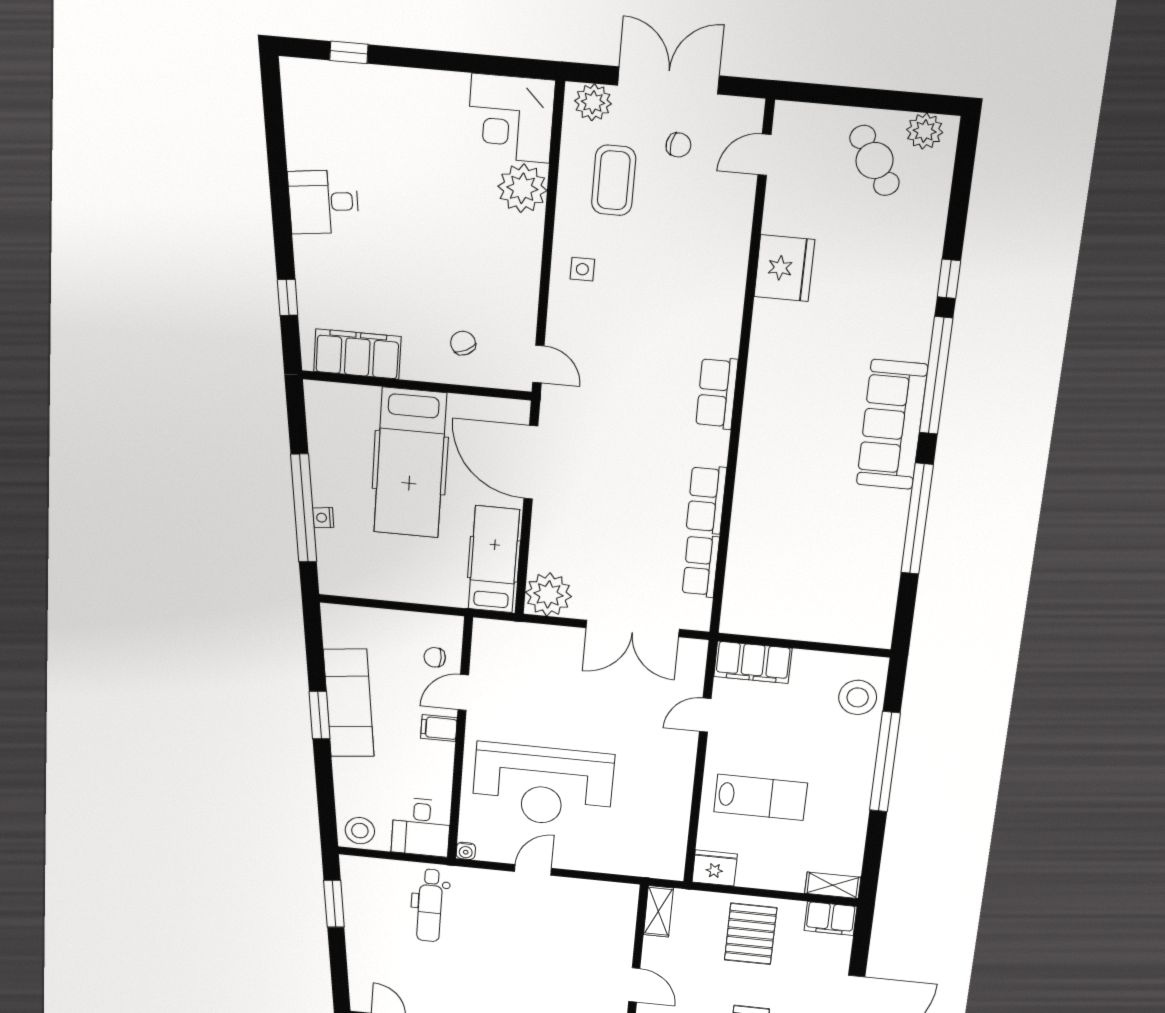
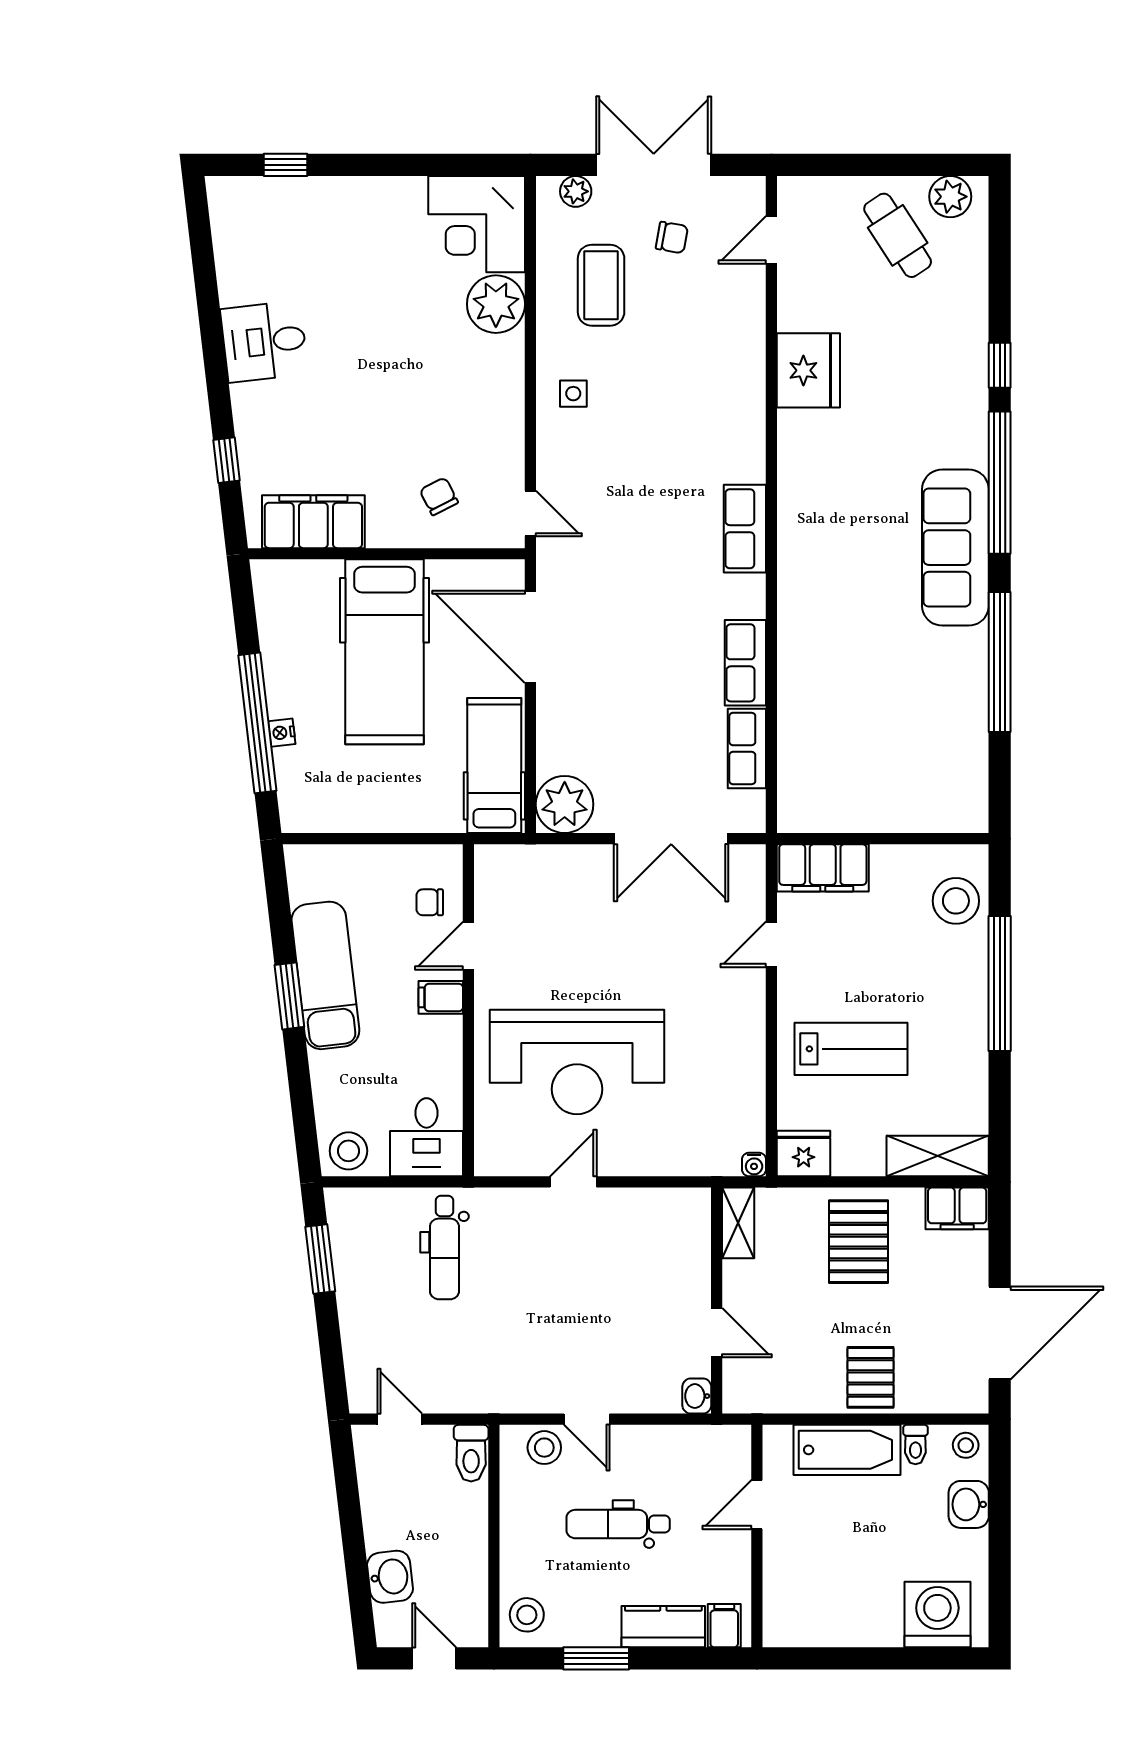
plant: (593, 102) -> (576, 191), width x0.73, depth x0.73
water cooler: (466, 851) -> (754, 1164), moved
shelving: (833, 885) -> (938, 1156), width x1.50, depth x1.33

